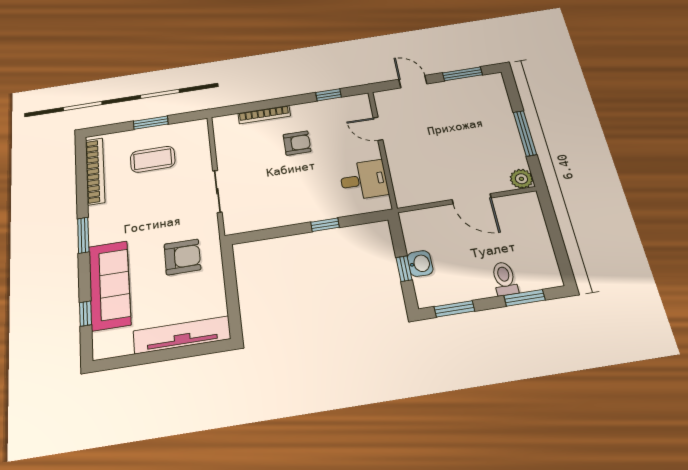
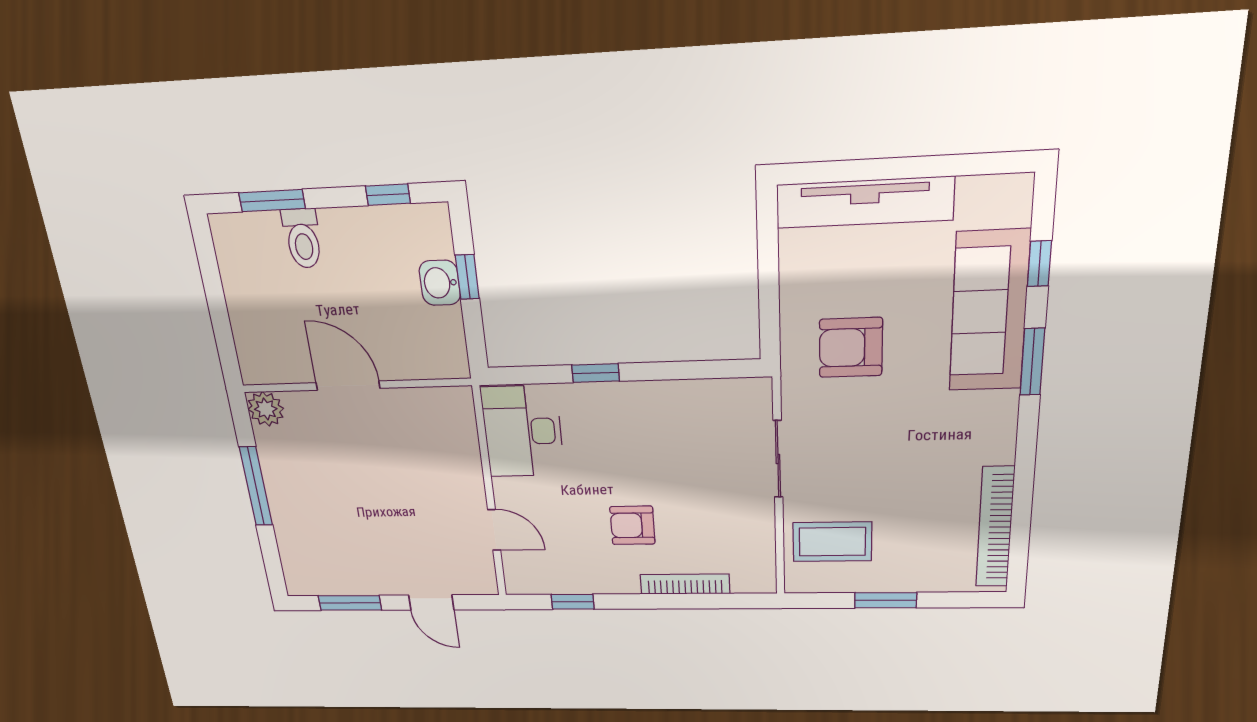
coffee table: (153, 159) -> (832, 542), moved
desk: (364, 180) -> (523, 431), width x1.37
window: (83, 235) -> (1032, 362), moved
window: (454, 309) -> (388, 195), width x0.67

